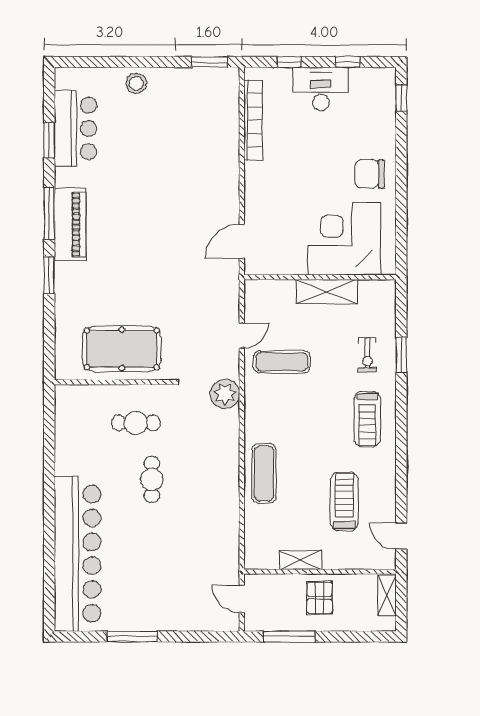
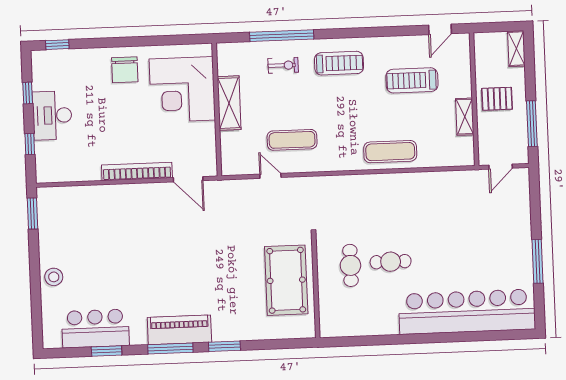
bookcase: (253, 120) -> (137, 171), moved
window: (401, 355) -> (282, 36), width x2.11
exercise mat: (282, 362) -> (292, 140), turned 90
plant: (225, 394) -> (322, 188), removed
cafe table: (152, 479) -> (391, 262), moved
shelving: (387, 595) -> (516, 49), moved, turned 90

